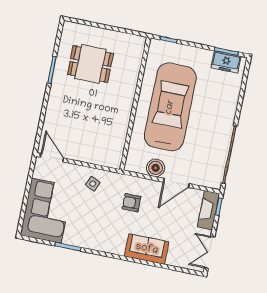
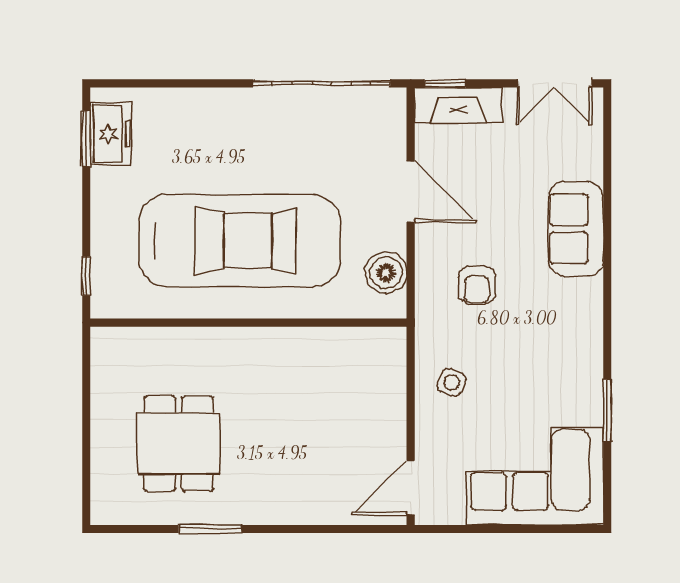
car: (170, 107) -> (240, 241), turned 180
boiler: (156, 168) -> (386, 273), moved

